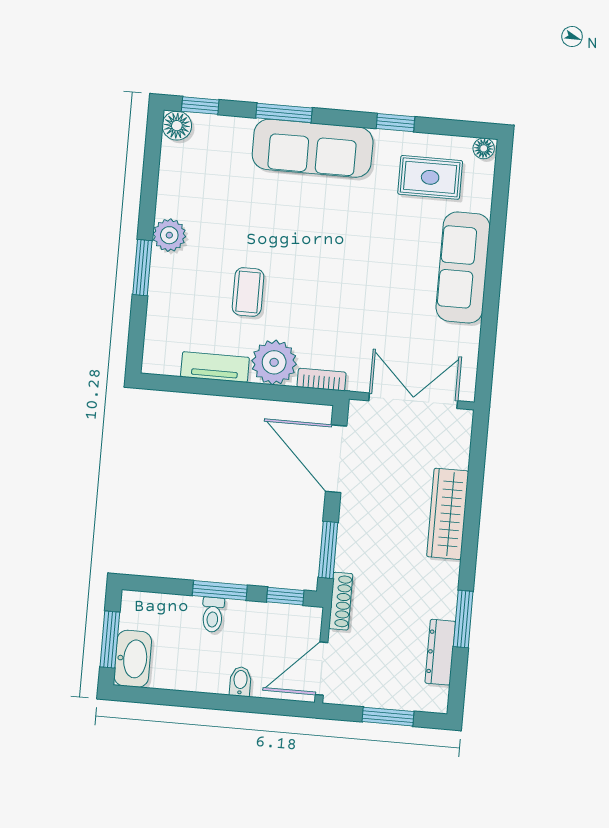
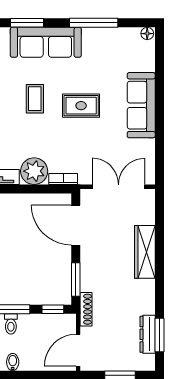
window: (395, 123) -> (94, 23), width x2.17
rug: (430, 177) -> (81, 106), moved
coffee table: (248, 292) -> (35, 99), moved
window: (463, 619) -> (159, 335), moved
bidet: (240, 682) -> (13, 362), moved

